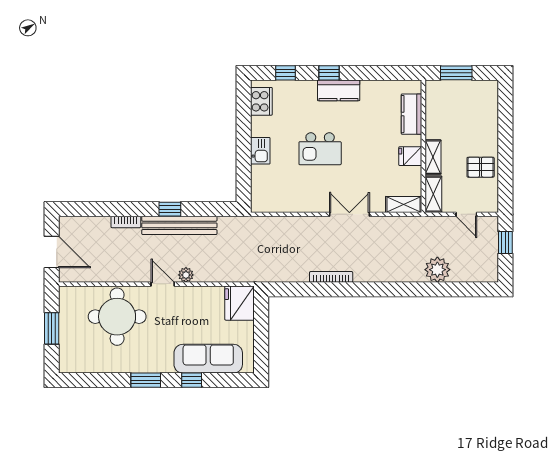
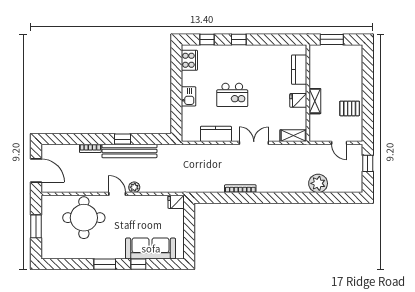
kitchen counter: (339, 90) -> (216, 134), moved, turned 180
shelving: (433, 194) -> (315, 128), removed
fridge: (239, 303) -> (176, 202), width x0.53, depth x0.75

